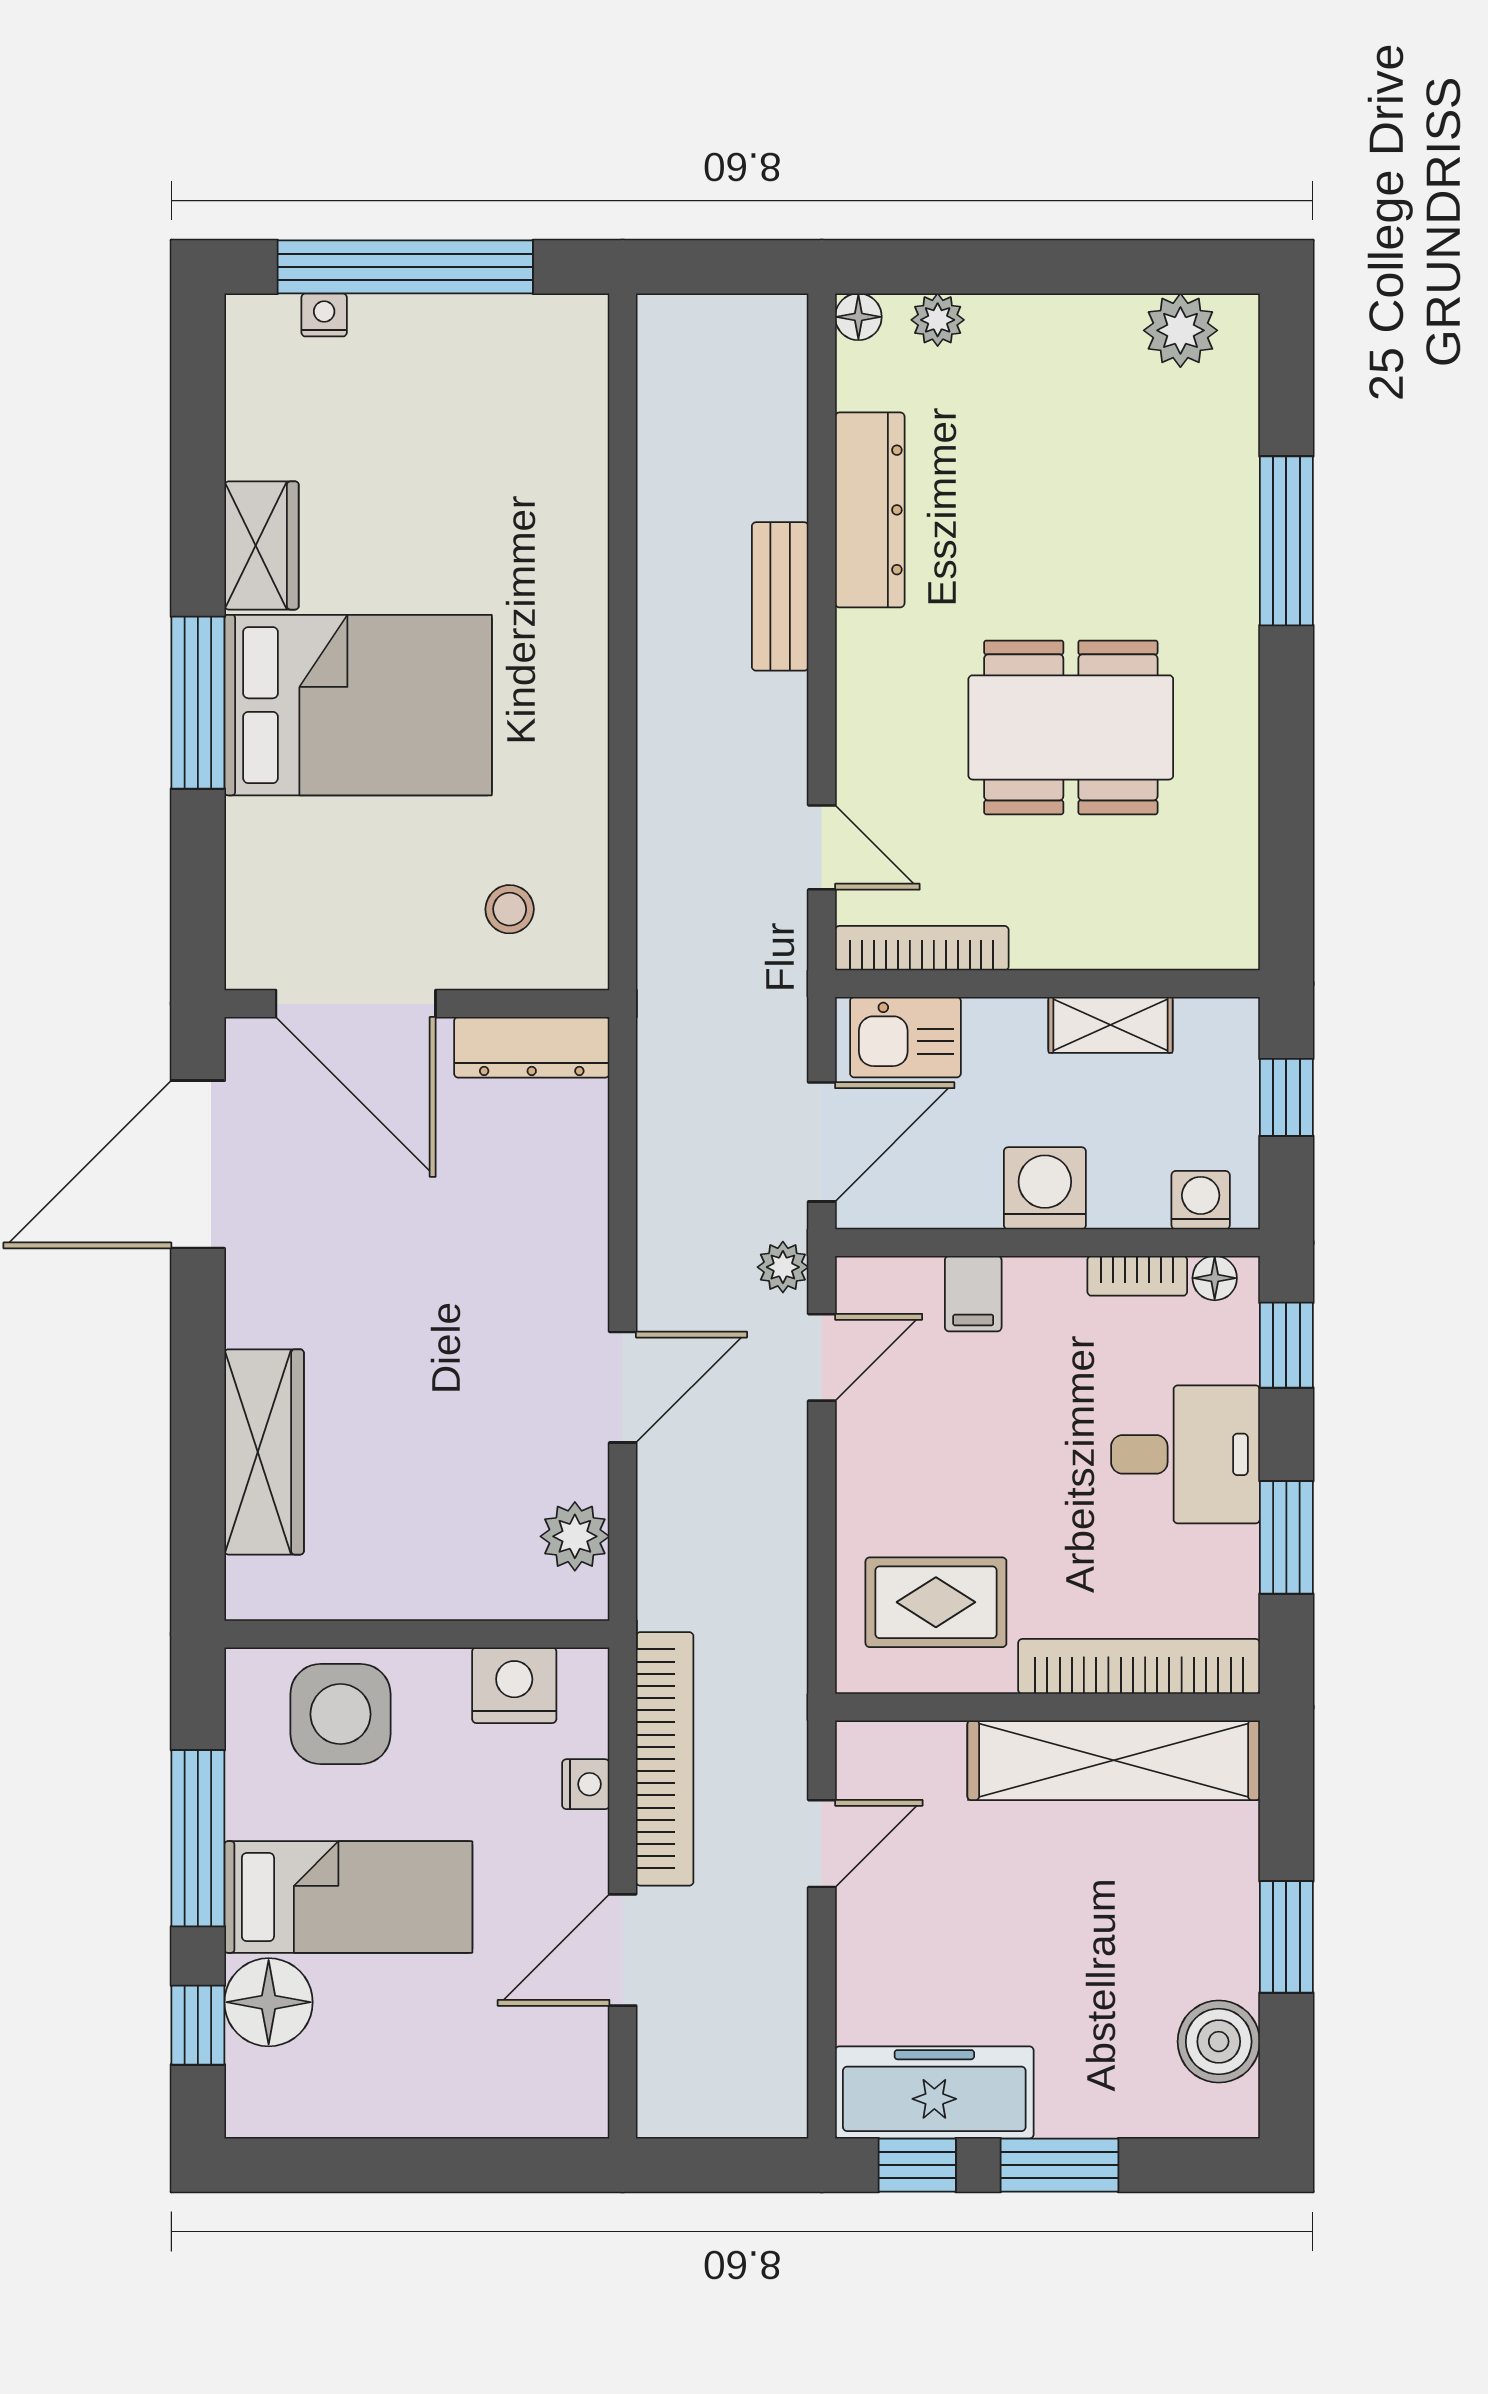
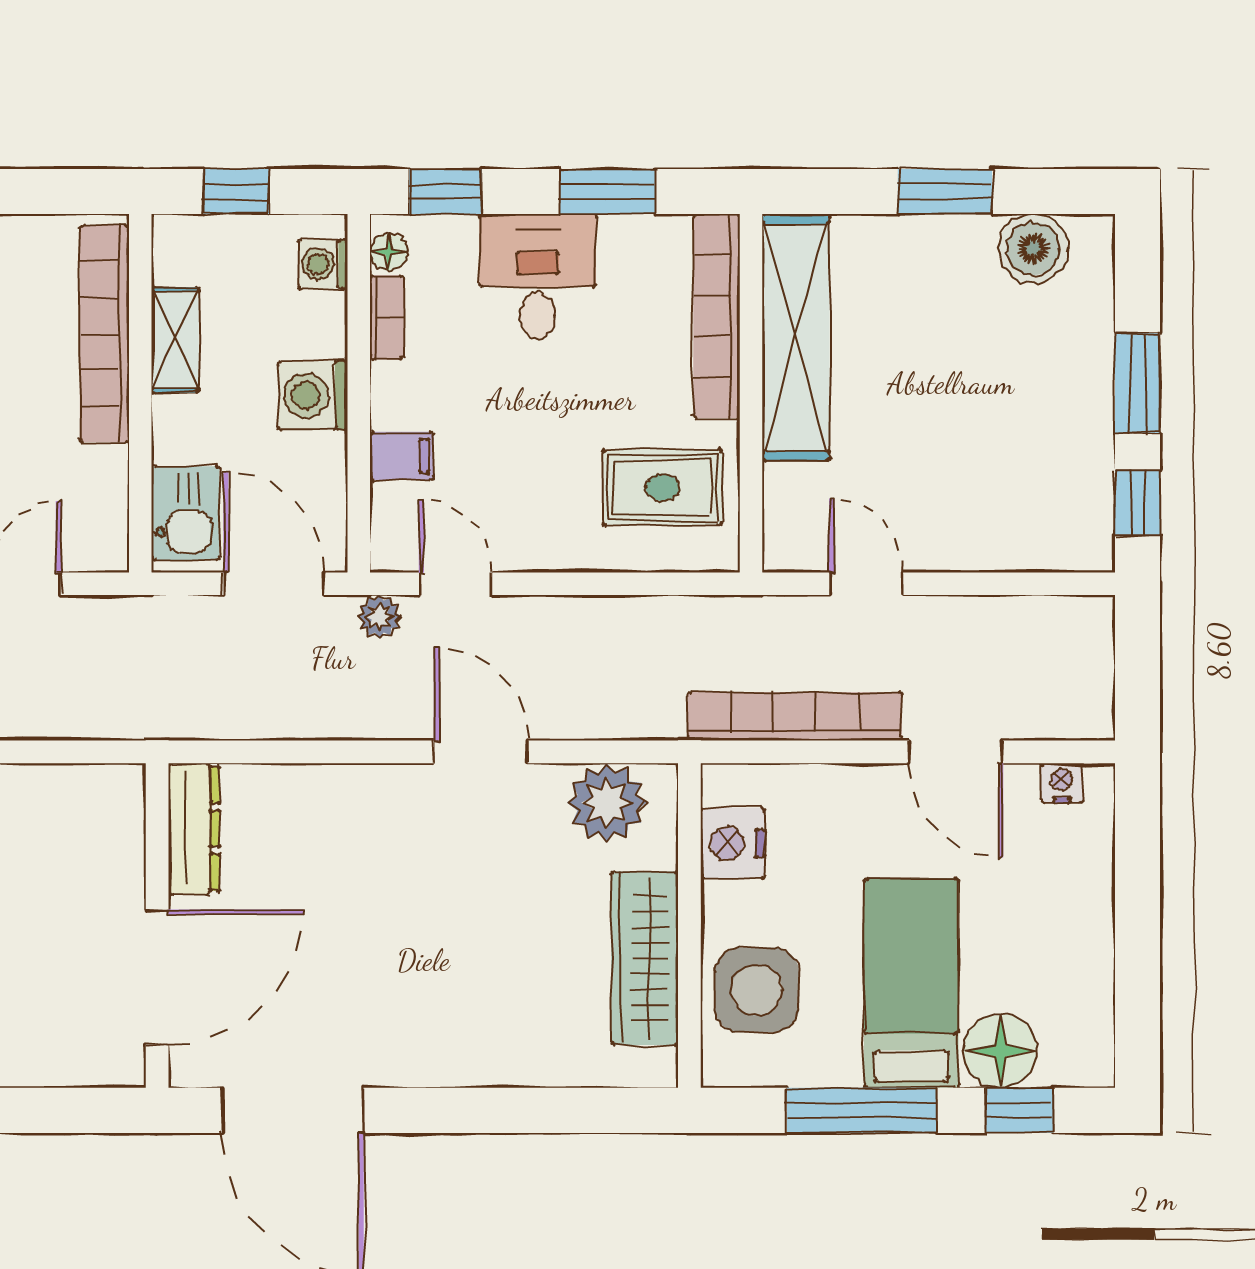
stool: (510, 909) -> (77, 847), removed
bookcase: (922, 948) -> (104, 334), moved, width x1.48, depth x1.31
wardrobe: (264, 1452) -> (645, 958), moved, turned -90
plant: (575, 1536) -> (607, 803), width x1.36, depth x1.36
rug: (936, 1602) -> (662, 487), turned 90
nightstand: (586, 1784) -> (1062, 783), moved
freezer: (934, 2092) -> (1076, 489), removed

